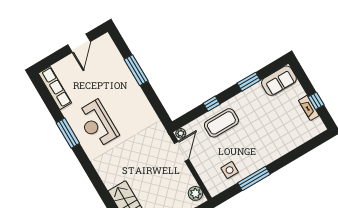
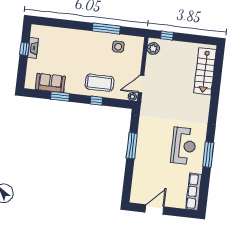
window: (136, 70) -> (132, 146), moved
sofa: (279, 81) -> (50, 83), moved

